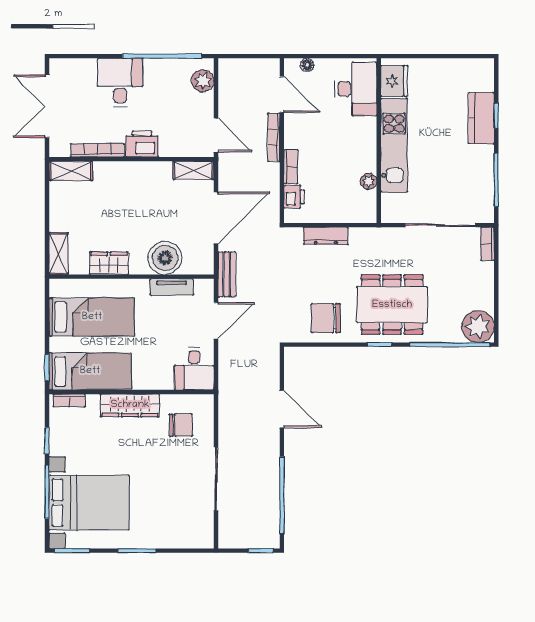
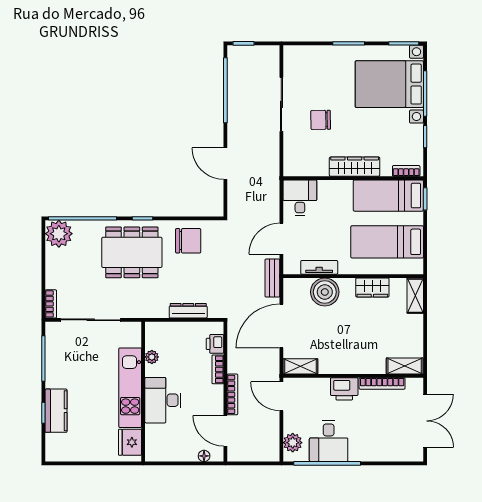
desk: (120, 82) -> (329, 441), moved
desk: (356, 89) -> (163, 400), moved
chair: (181, 425) -> (321, 120), moved

